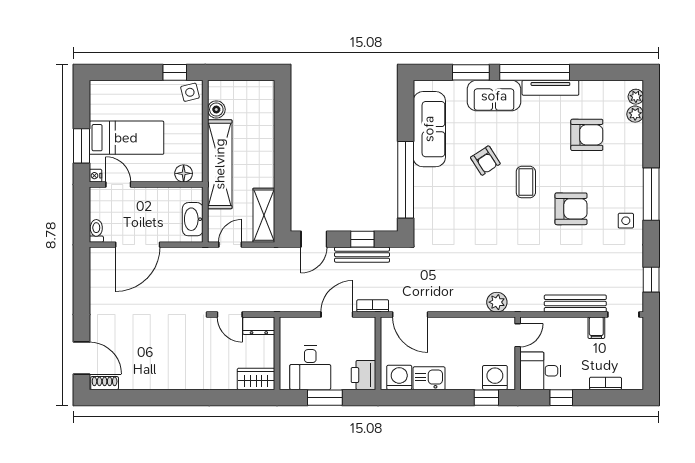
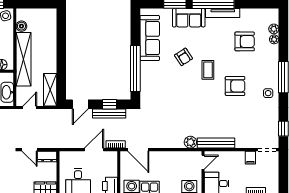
plant: (636, 97) -> (274, 39), moved
bench: (575, 304) -> (216, 143), moved

